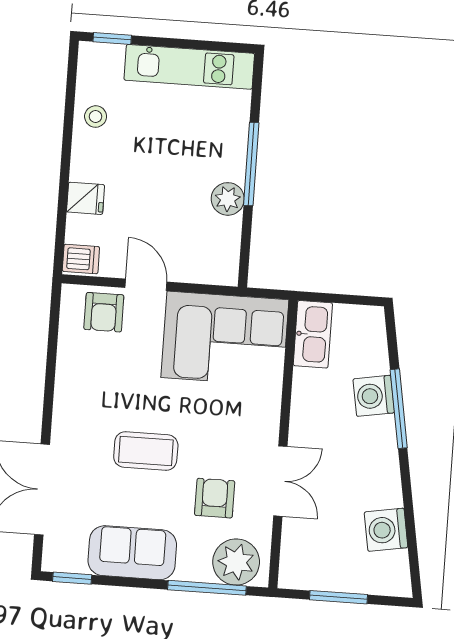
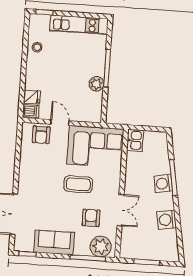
fridge: (86, 198) -> (32, 97), moved
kitchen sink: (313, 334) -> (135, 140), width x0.73
washing machine: (374, 396) -> (163, 183), moved
coffee table: (146, 451) -> (78, 184), moved
washing machine: (386, 530) -> (167, 220), moved

